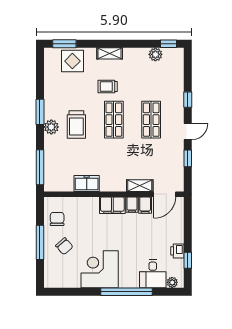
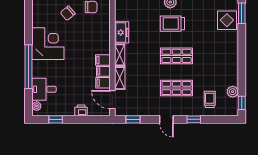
shelving: (110, 53) -> (120, 55), moved
trolley: (108, 87) -> (210, 99), moved
window: (188, 158) -> (133, 119), moved
filing cabinet: (112, 205) -> (103, 60), width x0.50
printer: (177, 251) -> (81, 110), moved

